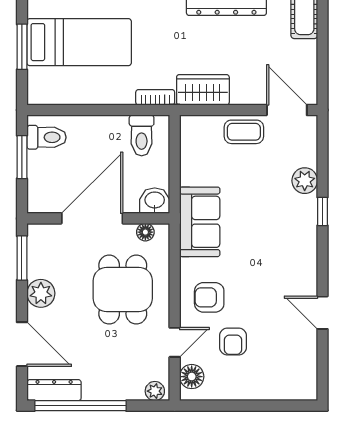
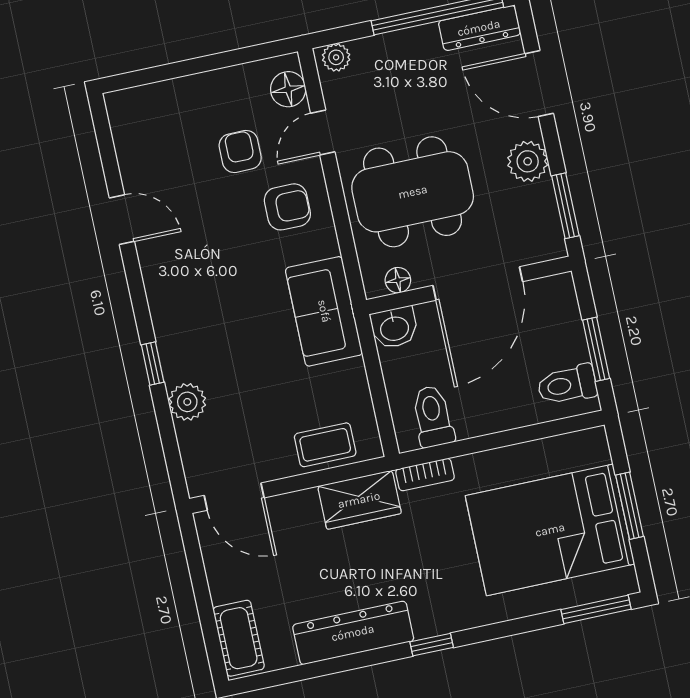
bed: (79, 42) -> (550, 530), width x1.50
coffee table: (244, 132) -> (325, 445), moved
dining table: (123, 290) -> (413, 192), width x1.38

